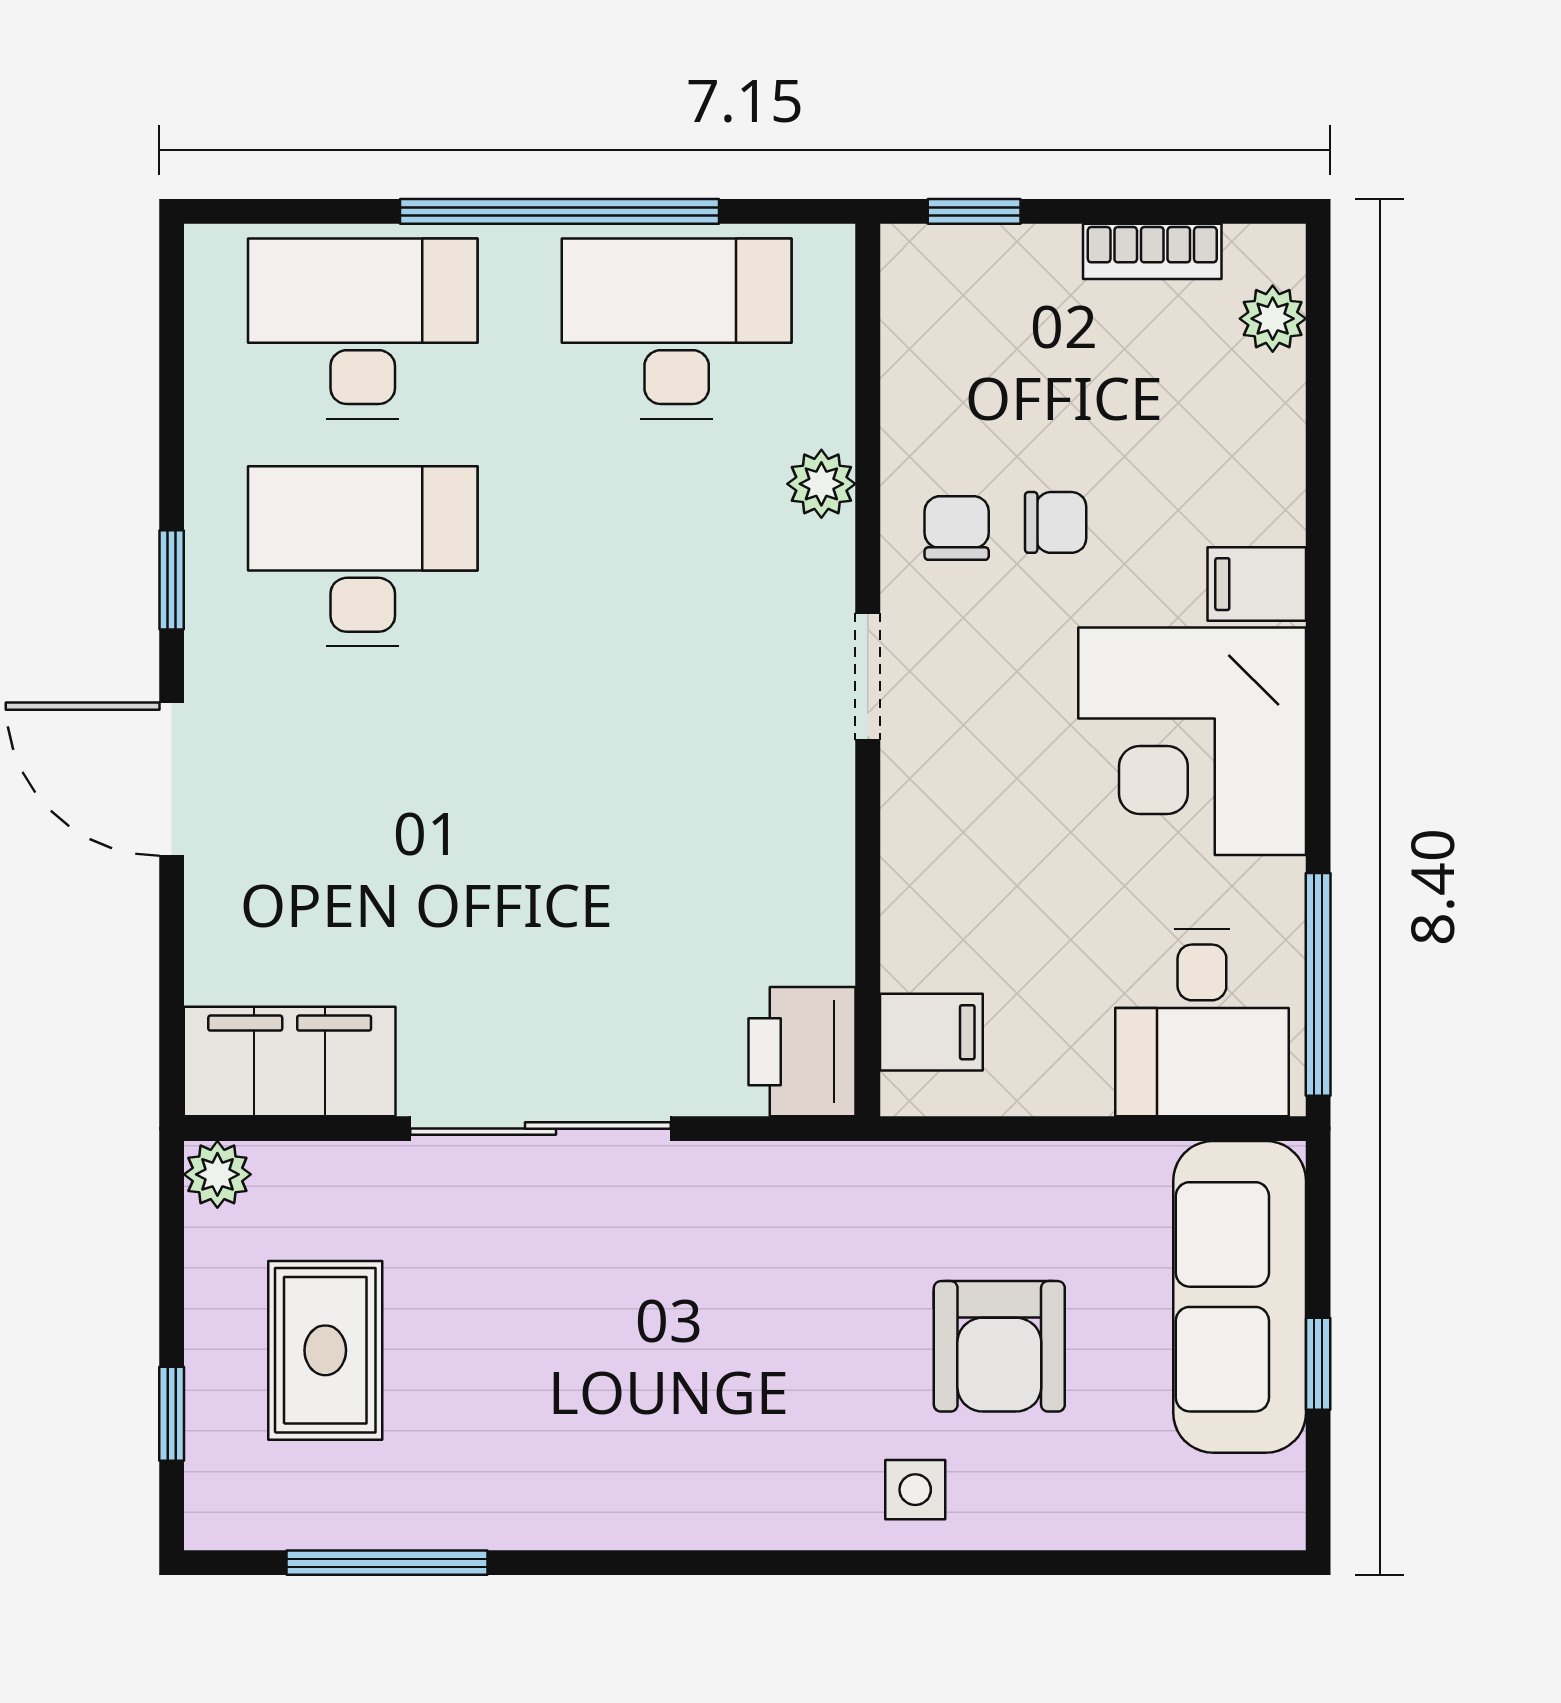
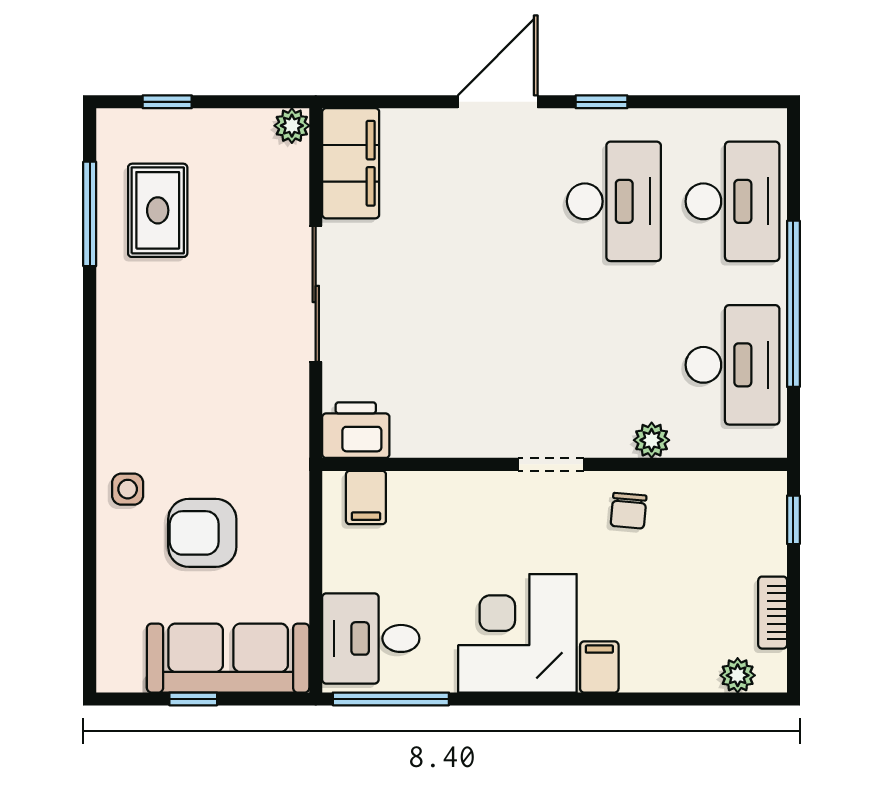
chair: (1056, 522) -> (631, 562), removed
chair: (957, 528) -> (629, 511), turned 95
rug: (325, 1350) -> (158, 210), moved, turned 90

